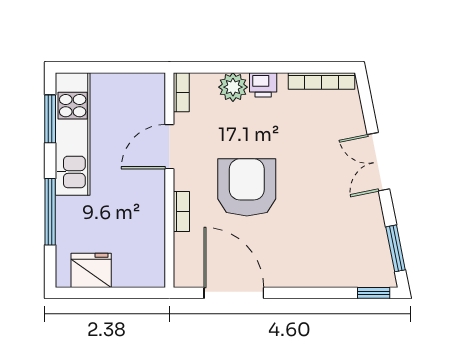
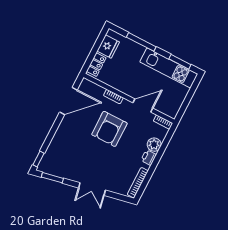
door: (169, 147) -> (143, 105), hinge flipped
double door: (378, 162) -> (92, 189), swing flipped
armchair: (247, 187) -> (109, 129), turned 90
locker: (137, 275) -> (96, 65), added

